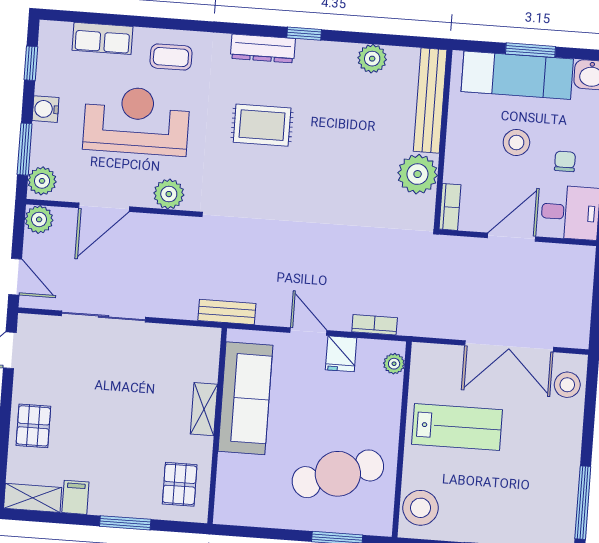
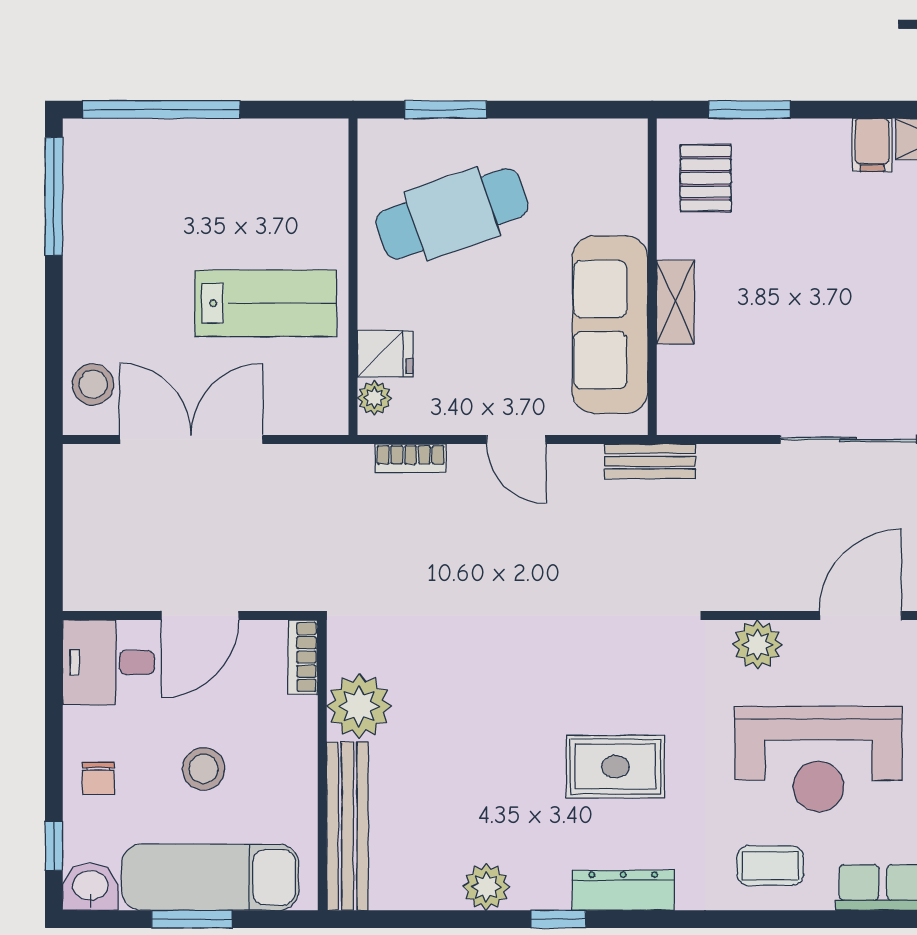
plant: (372, 59) -> (486, 887), moved
chair: (565, 161) -> (98, 779), moved
fridge: (341, 354) -> (385, 354), moved, turned 90
lab bench: (457, 427) -> (266, 303), turned 180
stool: (420, 508) -> (315, 169), removed
window: (125, 523) -> (750, 110), moved

